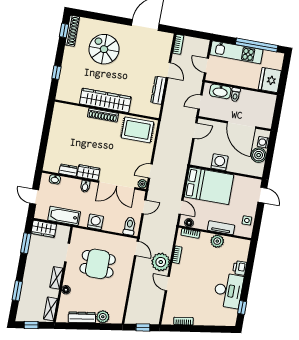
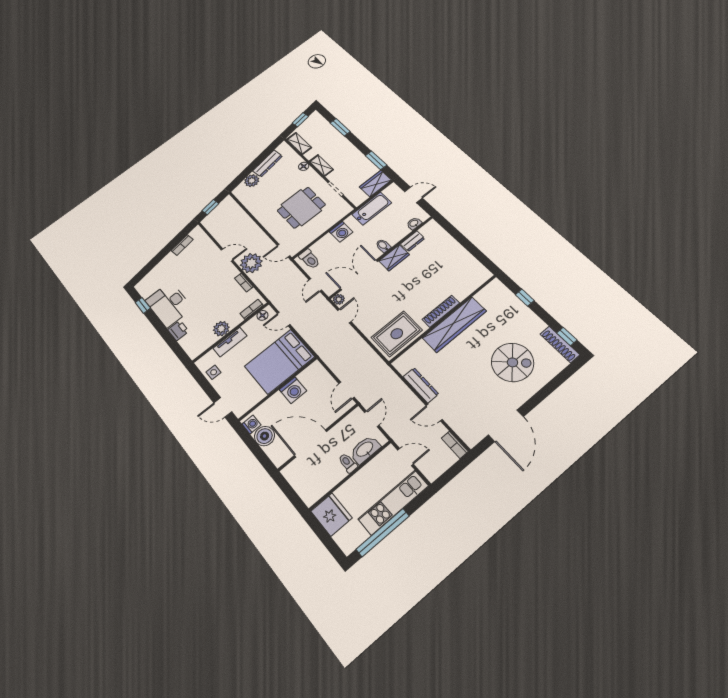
washing machine: (263, 142) -> (251, 425), moved

